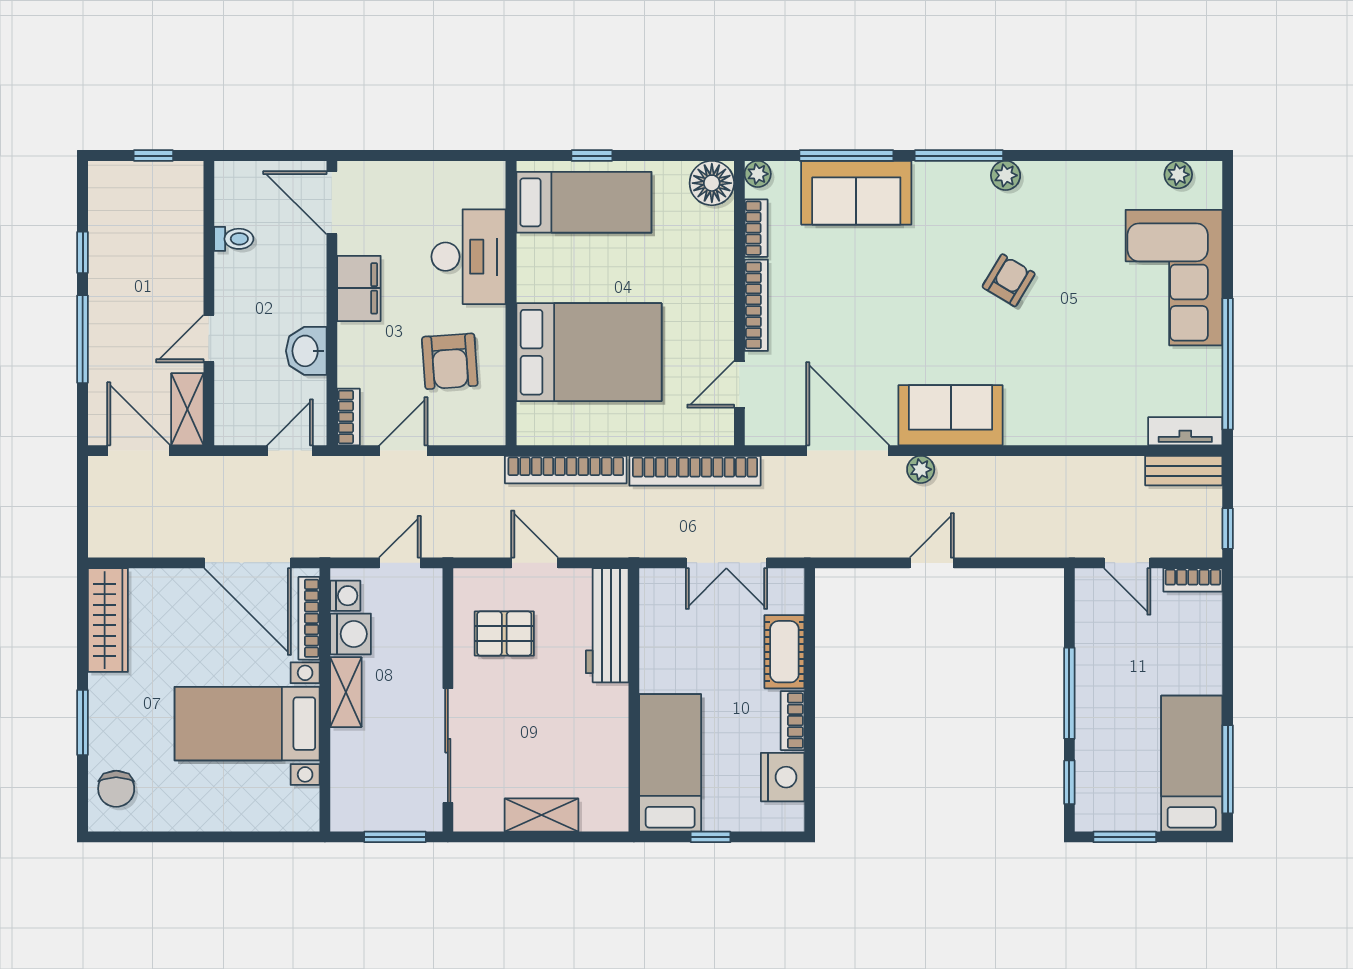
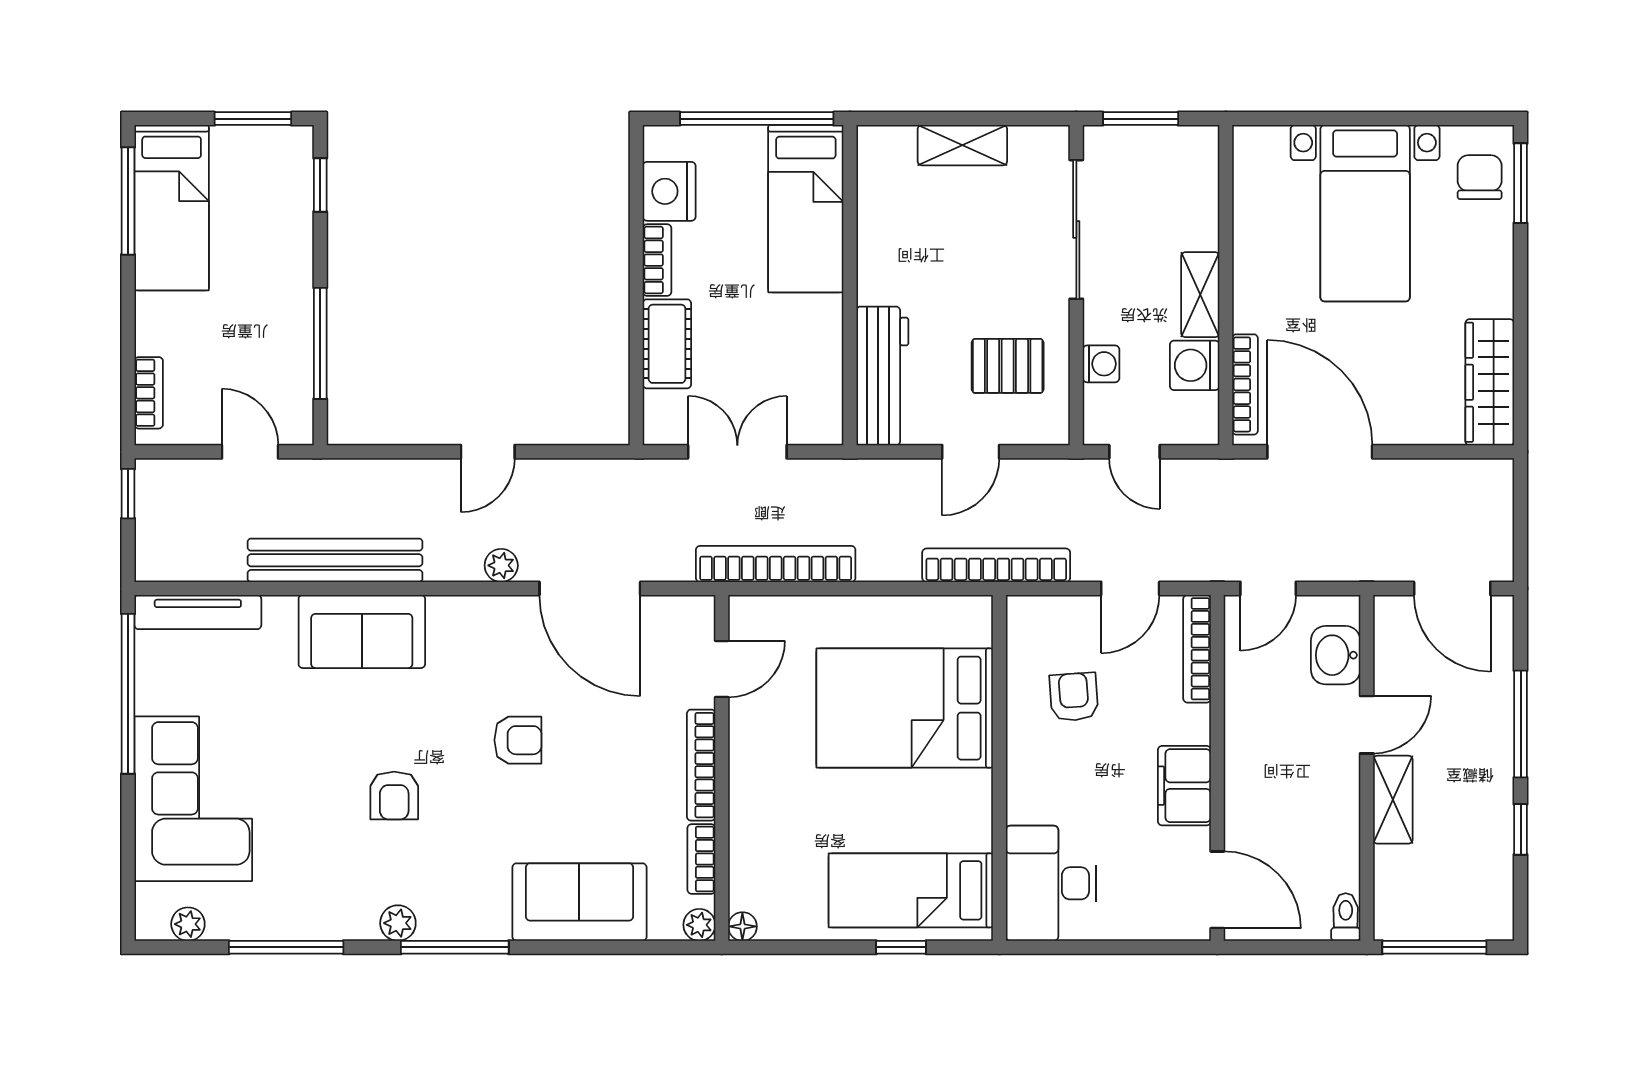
window: (153, 156) -> (1434, 947), width x2.17
window: (846, 156) -> (286, 947), moved
floor lamp: (712, 183) -> (742, 926), width x0.53, depth x0.53
toilet: (234, 239) -> (1346, 917), moved, turned 90
desk: (469, 257) -> (1051, 883), moved
armchair: (1009, 280) -> (394, 796), turned -31
armchair: (907, 326) -> (518, 740), added
washbasin: (306, 351) -> (1336, 655), moved, turned 180
armchair: (450, 361) -> (1074, 697), width x0.72, depth x0.72
shelving: (187, 409) -> (1393, 800), moved
sofa: (951, 415) -> (362, 631), moved
bookcase: (349, 417) -> (1197, 649), width x1.56
tv unit: (1185, 431) -> (198, 612), width x1.41
bookcase: (566, 470) -> (996, 565), moved
bench: (1184, 471) -> (335, 560), moved, width x1.86, depth x1.21
door: (400, 563) -> (1135, 452), hinge flipped
door: (535, 563) -> (971, 452), hinge flipped
bookcase: (1193, 580) -> (149, 393), moved, turned 90
washing machine: (345, 596) -> (1101, 364), moved, turned 180
window: (1069, 693) -> (320, 343), moved
window: (83, 722) -> (1521, 183), moved
bed with nightstands: (247, 724) -> (1365, 213), moved, turned 90
window: (711, 837) -> (757, 119), width x3.17

